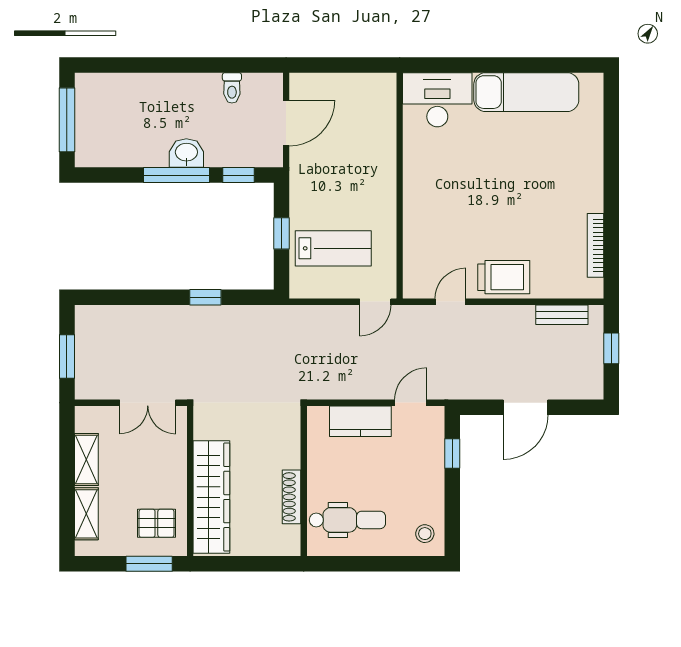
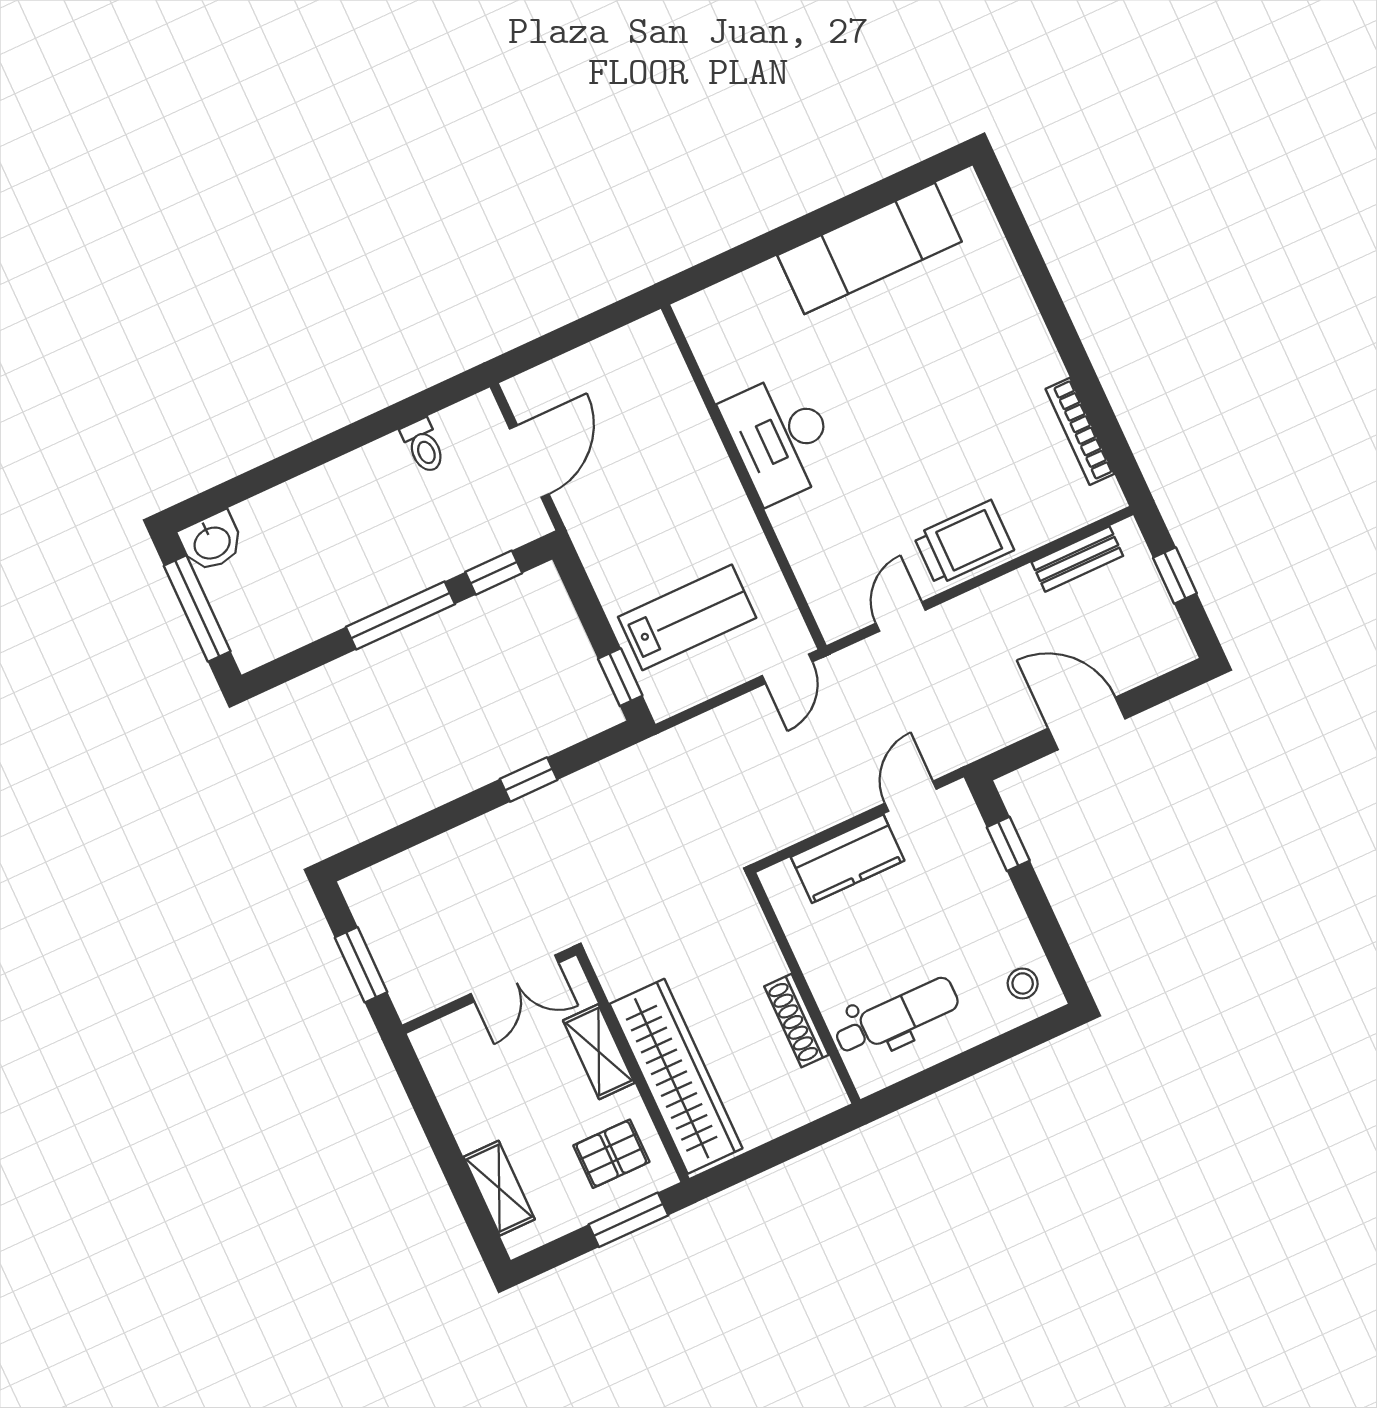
desk: (437, 100) -> (781, 438), moved, turned -90
washbasin: (186, 153) -> (212, 542), moved, turned 180
window: (282, 233) -> (620, 677), moved
door: (526, 407) -> (1087, 724), swing flipped
shelving: (86, 459) -> (599, 1052), moved

